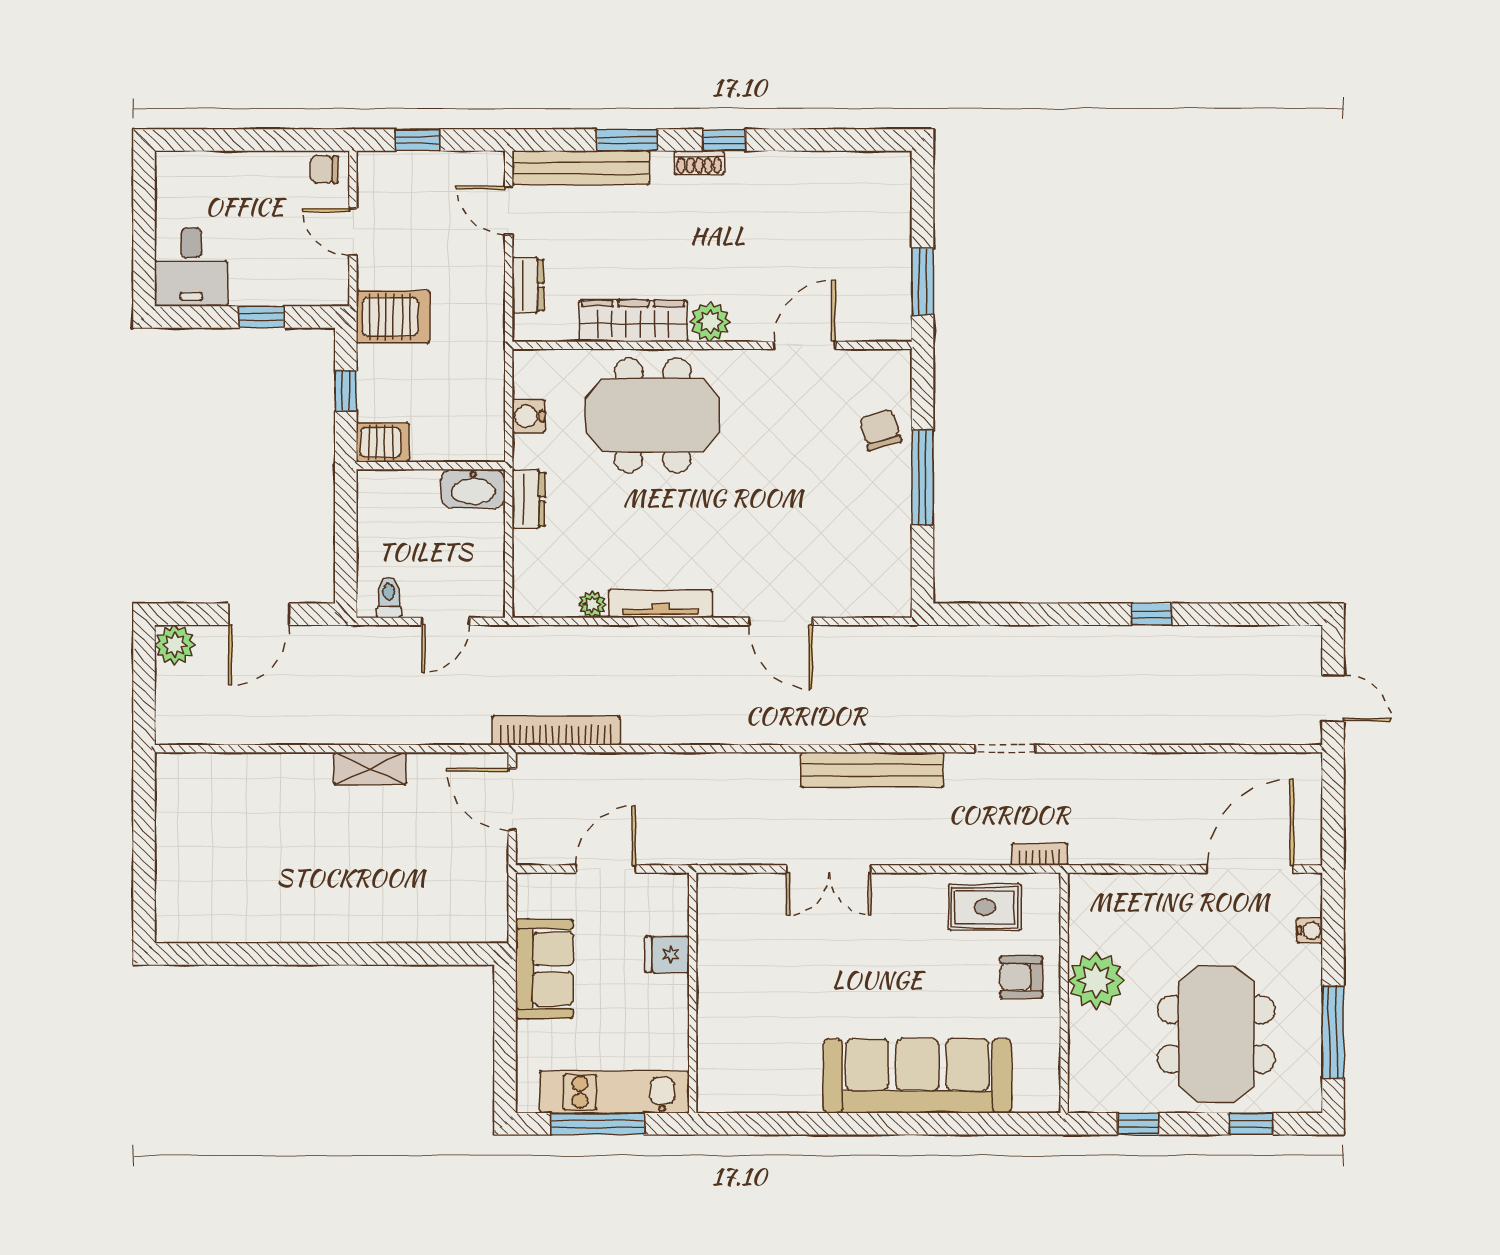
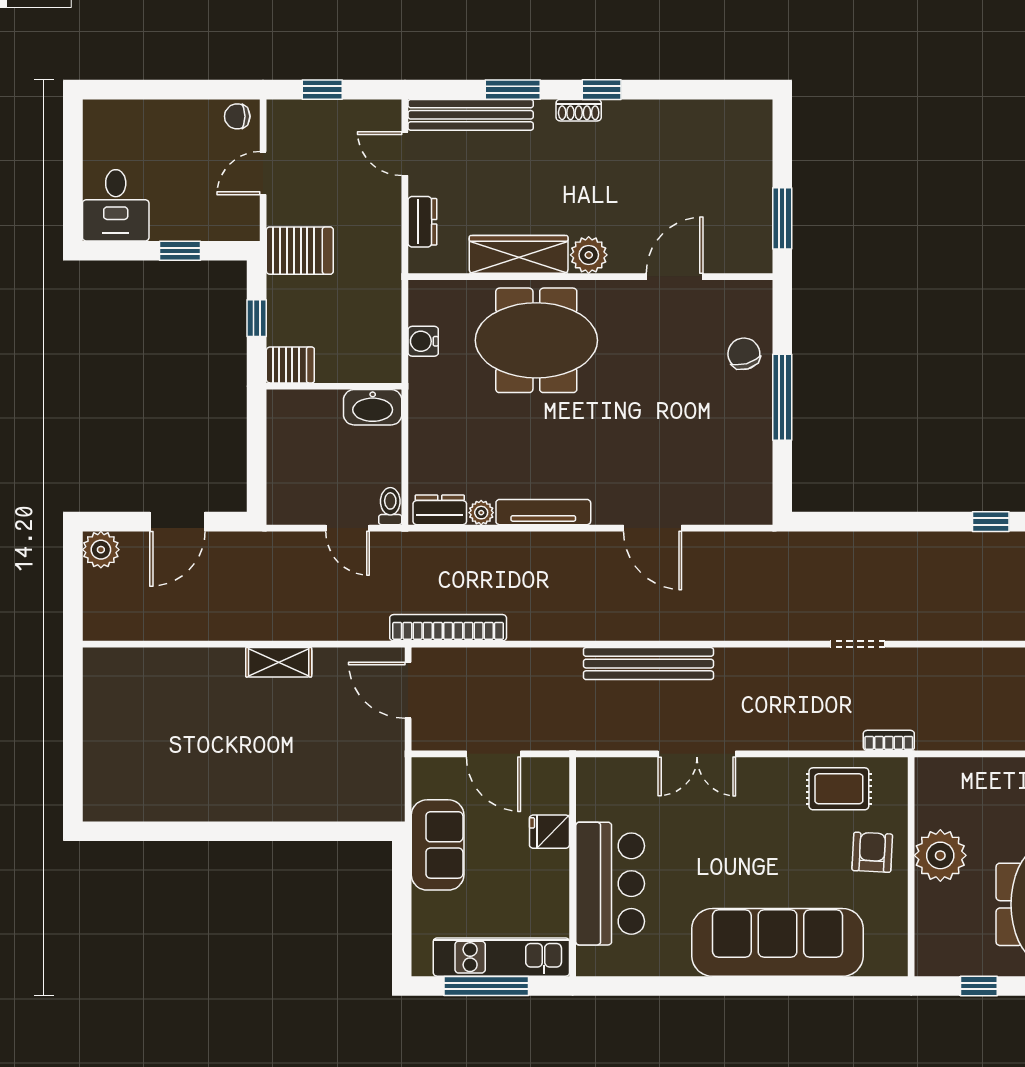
door: (353, 232) -> (263, 173), hinge flipped
dresser: (529, 499) -> (440, 510), moved, turned -90
toilet: (389, 597) -> (390, 506), moved
door: (446, 621) -> (348, 528), hinge flipped
bench: (872, 770) -> (648, 664), moved
door: (606, 869) -> (493, 754), swing flipped
armchair: (1021, 977) -> (872, 852), turned 93
bar counter: (734, 1011) -> (610, 884), added

